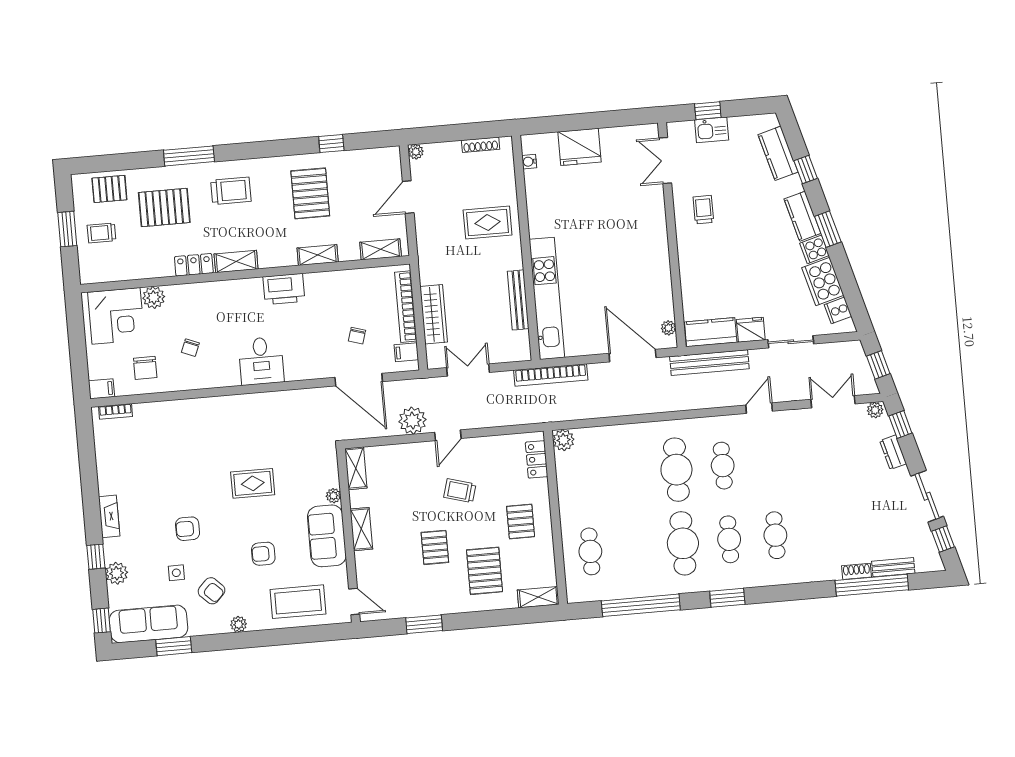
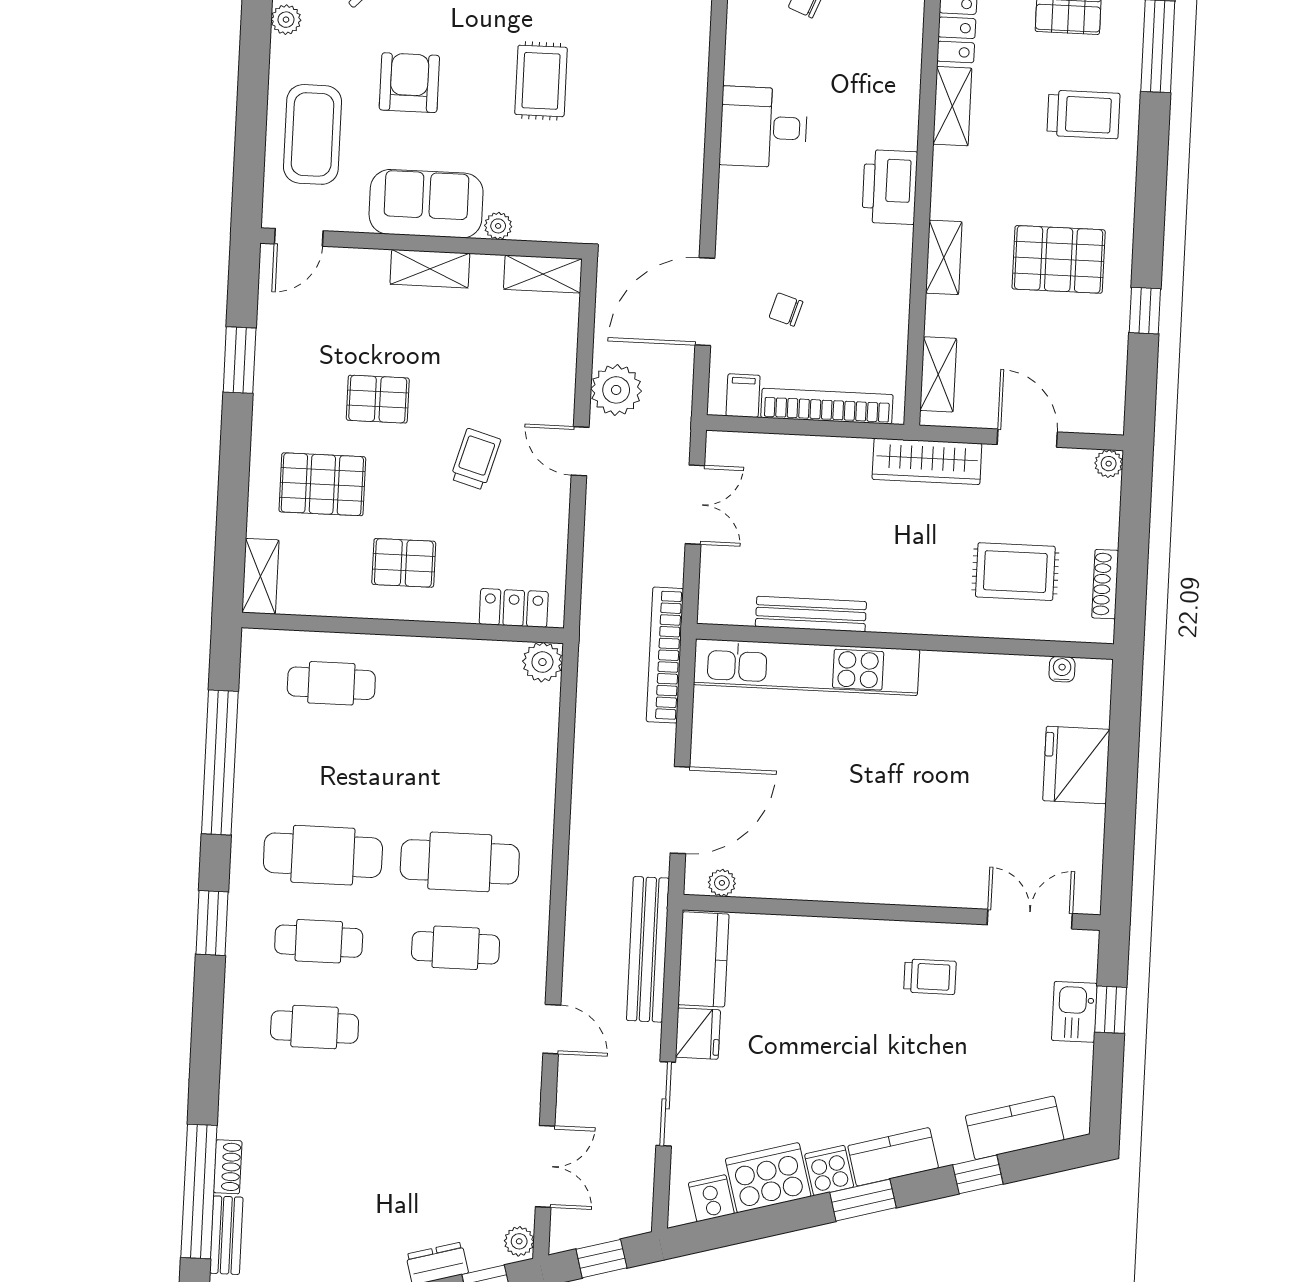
trolley: (231, 191) -> (1083, 114), turned -90
rug: (488, 223) -> (1015, 572), moved, turned 90
wardrobe: (434, 314) -> (927, 461), moved
armchair: (263, 554) -> (409, 83), width x1.38, depth x1.38

